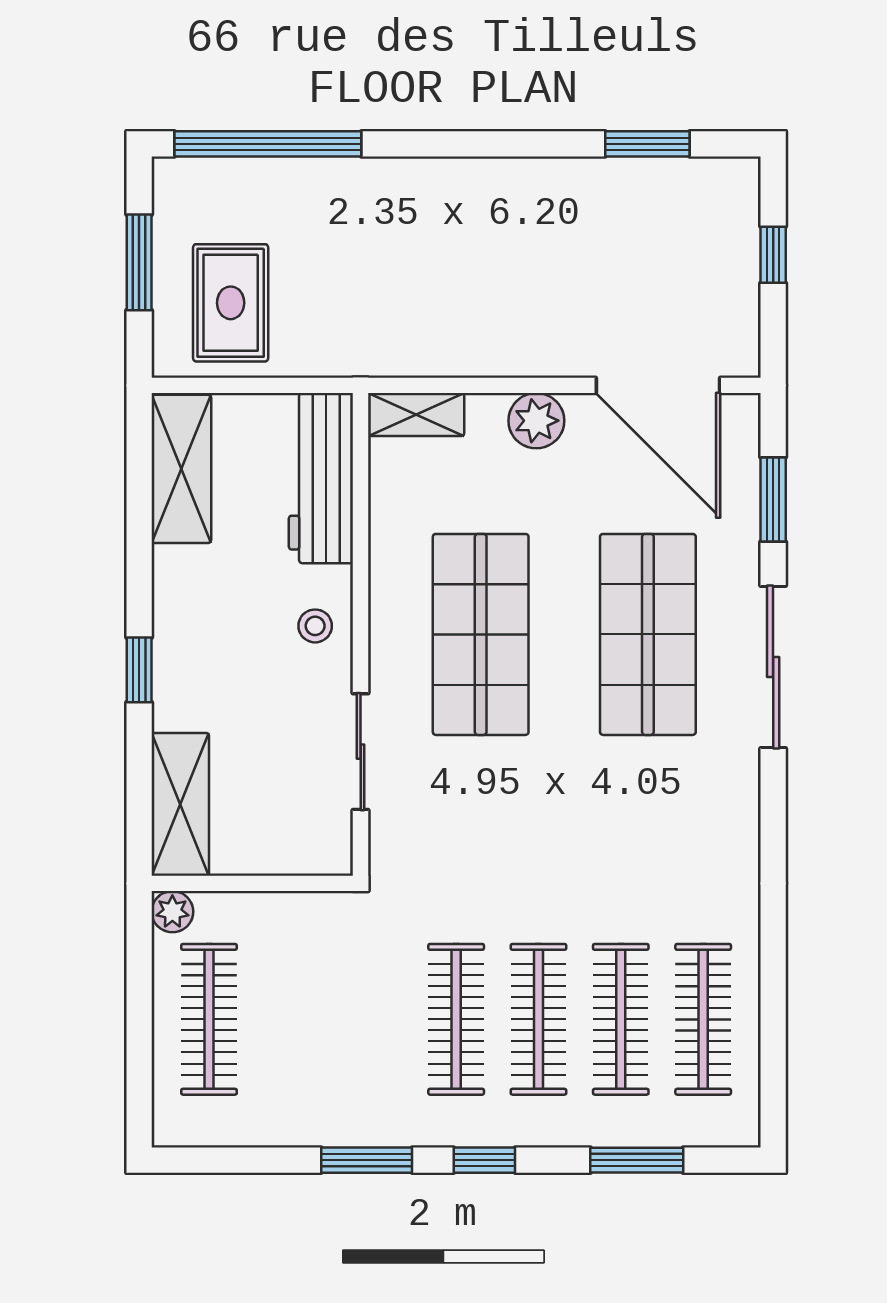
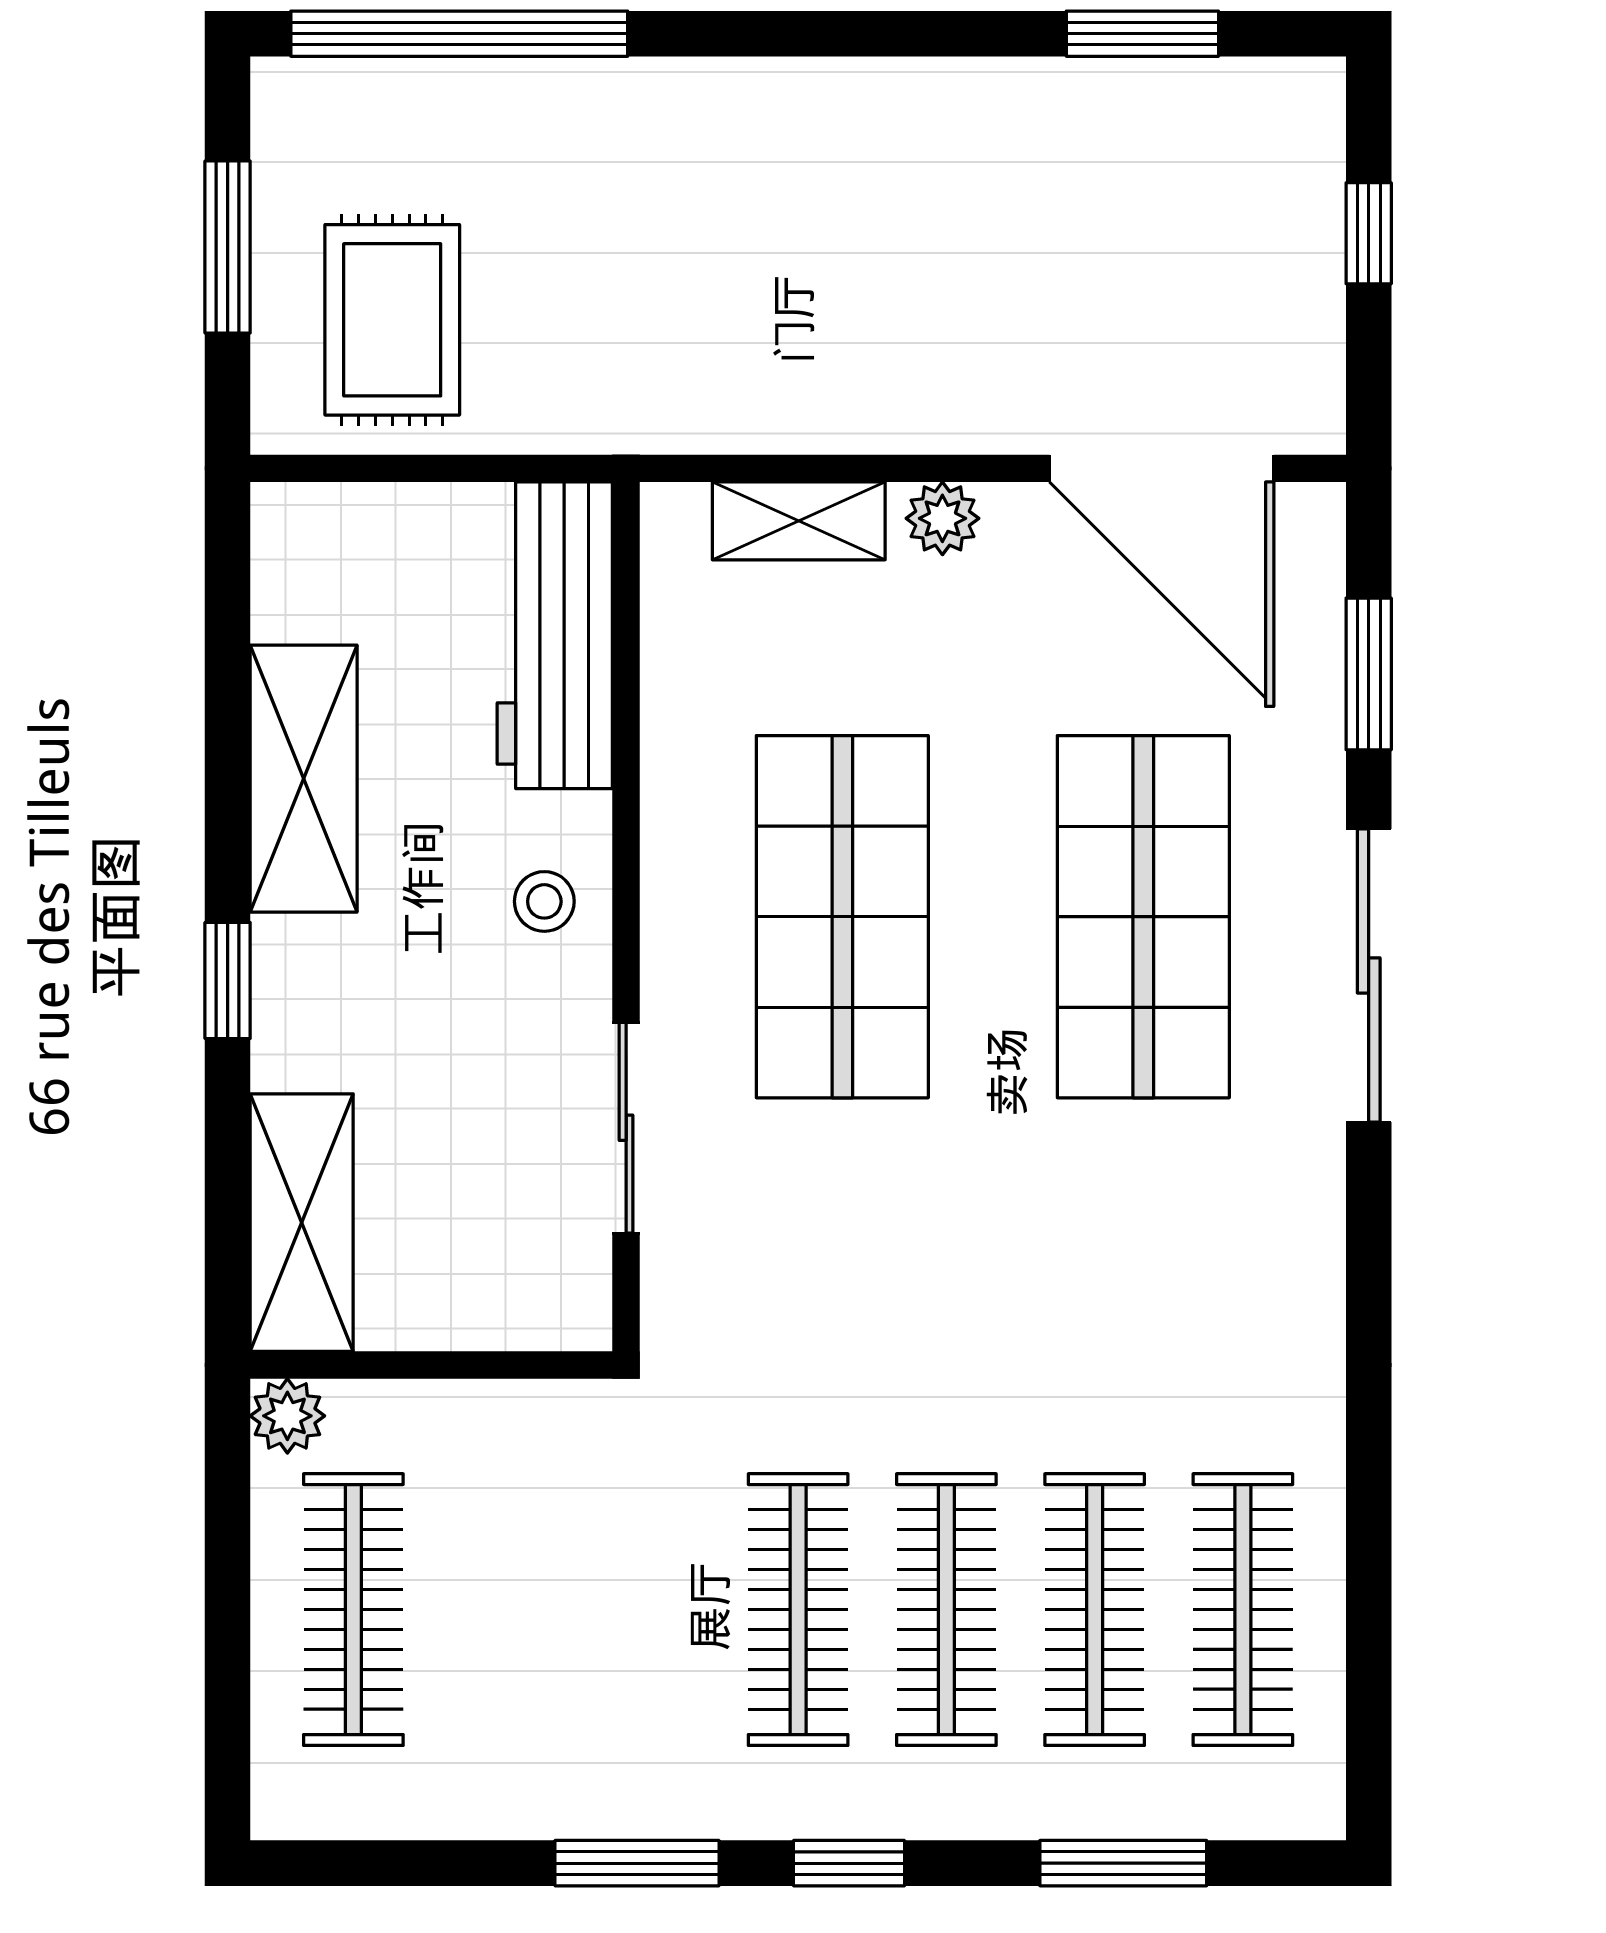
shelving: (416, 415) -> (799, 521), moved
plant: (536, 421) -> (942, 518), width x0.73, depth x0.73
shelving: (181, 469) -> (304, 779), moved

